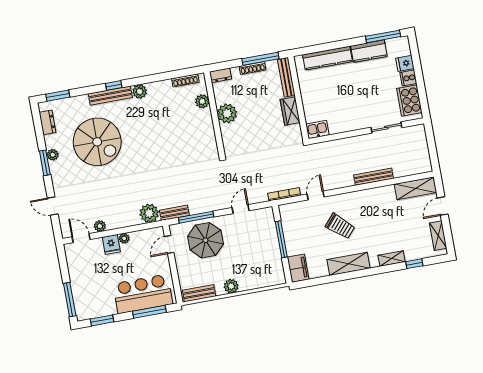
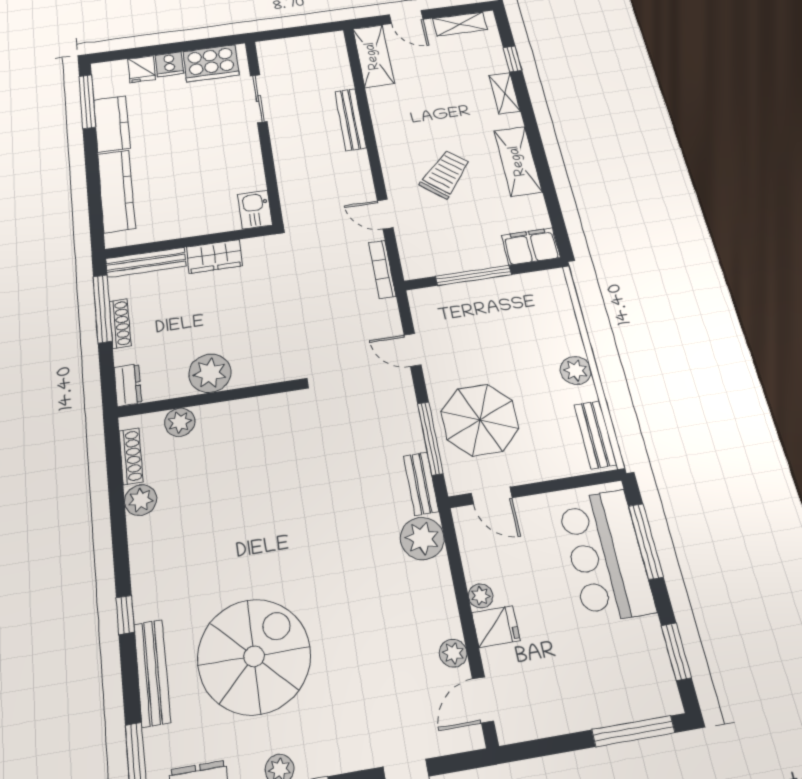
plant: (140, 91) -> (141, 500), moved
bench: (110, 96) -> (152, 673), moved

